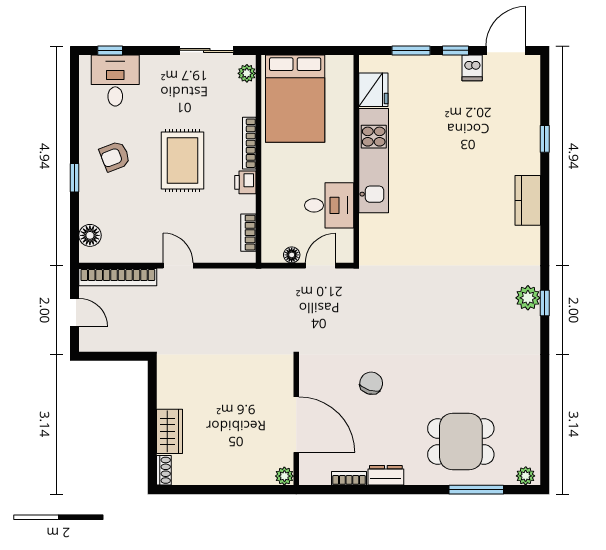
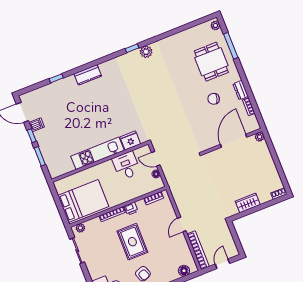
fridge: (373, 90) -> (130, 140), moved
rug: (183, 160) -> (132, 242), turned 90
plant: (528, 298) -> (146, 52), moved
chair: (371, 383) -> (214, 99), moved
wardrobe: (170, 431) -> (248, 203), moved

